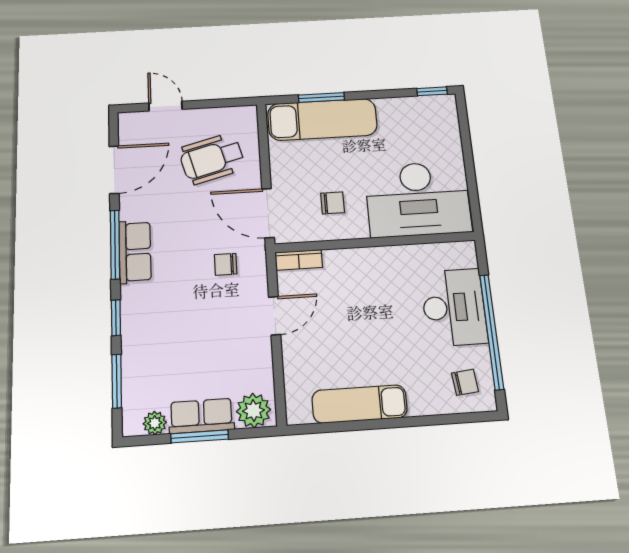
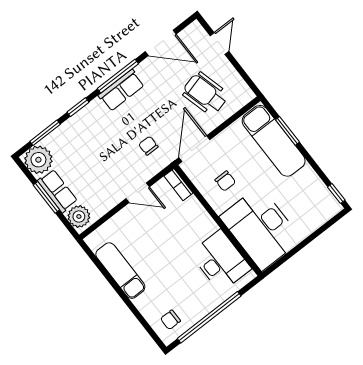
desk: (454, 307) -> (220, 261), moved, turned -90
chair: (465, 382) -> (170, 320), turned 96
plant: (155, 423) -> (38, 160), width x1.87, depth x1.87

